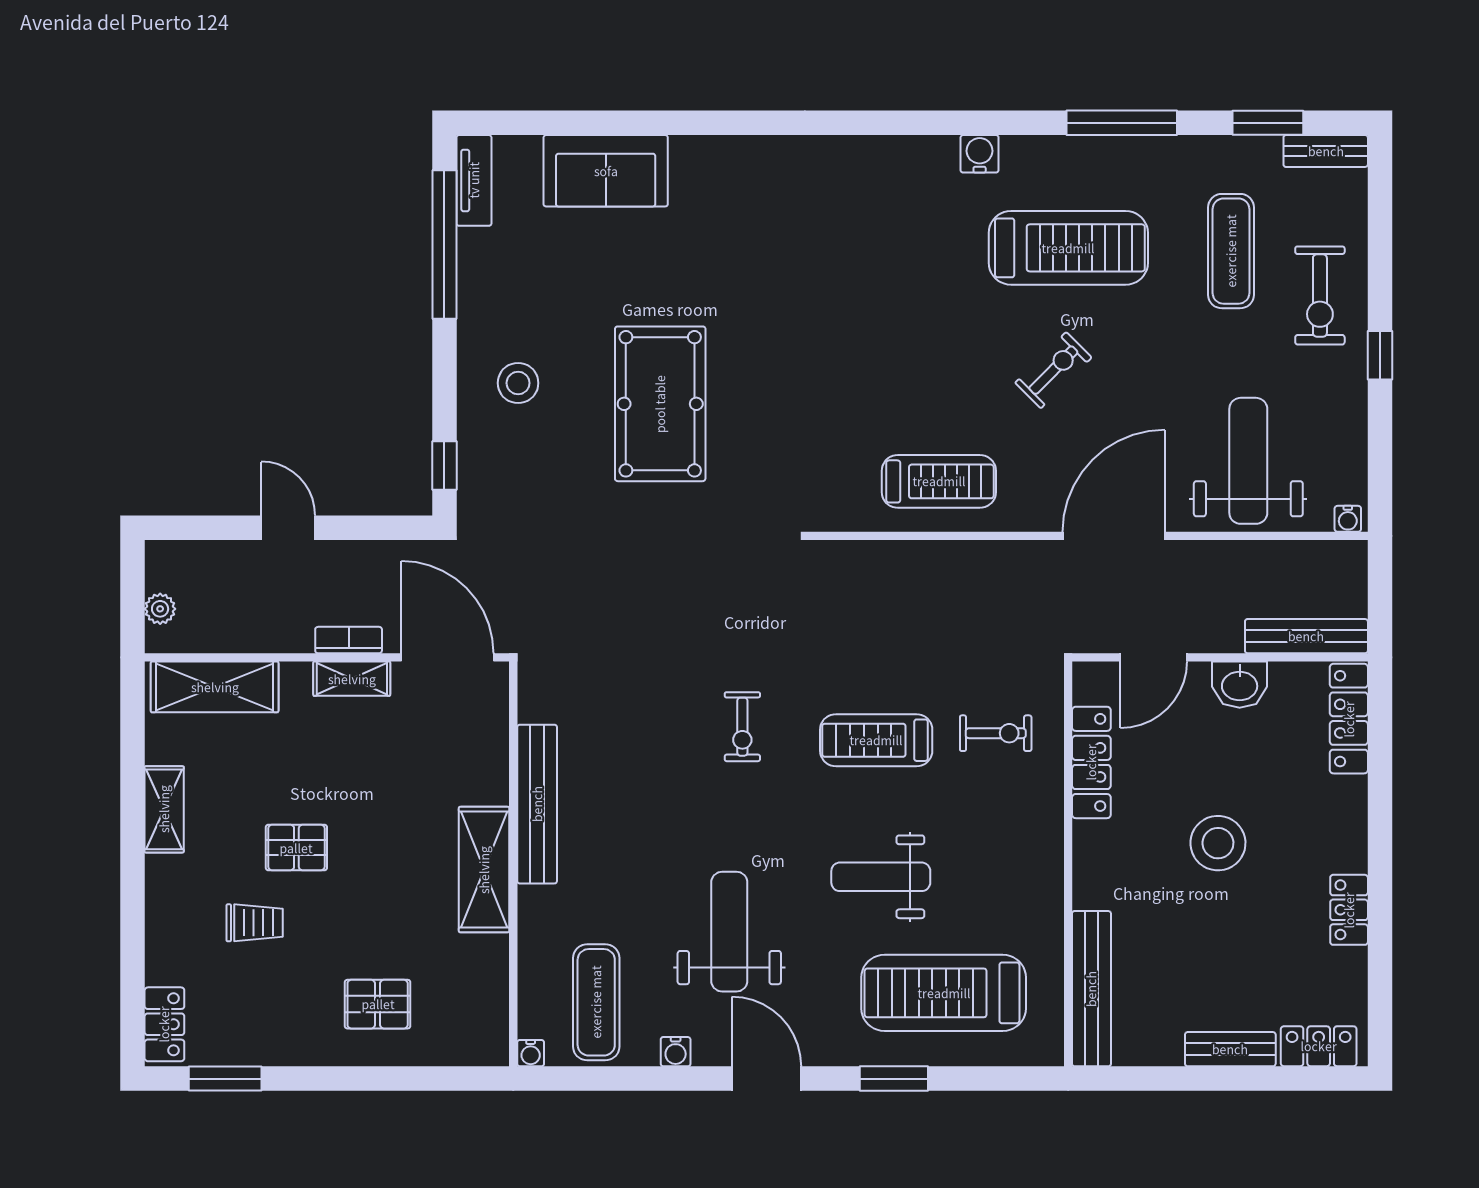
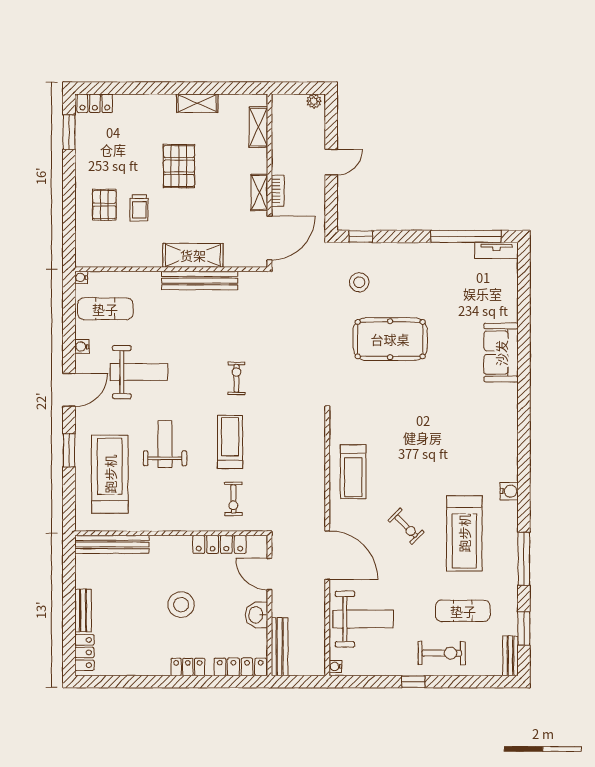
sofa: (606, 171) -> (501, 353), moved
exercise bike: (1320, 295) -> (442, 653), turned 180
stool: (518, 383) -> (359, 282), moved
plant: (160, 609) -> (314, 101), moved
shelving: (215, 687) -> (258, 127), width x0.67, depth x0.75
exercise bike: (742, 727) -> (236, 378), turned 90
pallet: (296, 848) -> (179, 166), width x1.50, depth x1.42
shelving: (484, 870) -> (193, 255), moved
locker: (1349, 910) -> (188, 667), moved
trolley: (255, 923) -> (139, 208), moved

